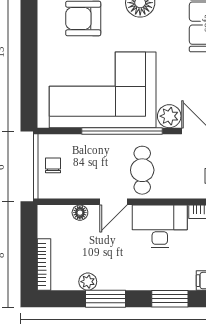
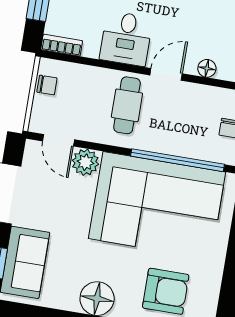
window: (122, 131) -> (177, 160), moved
desk: (160, 226) -> (126, 39), width x0.73

